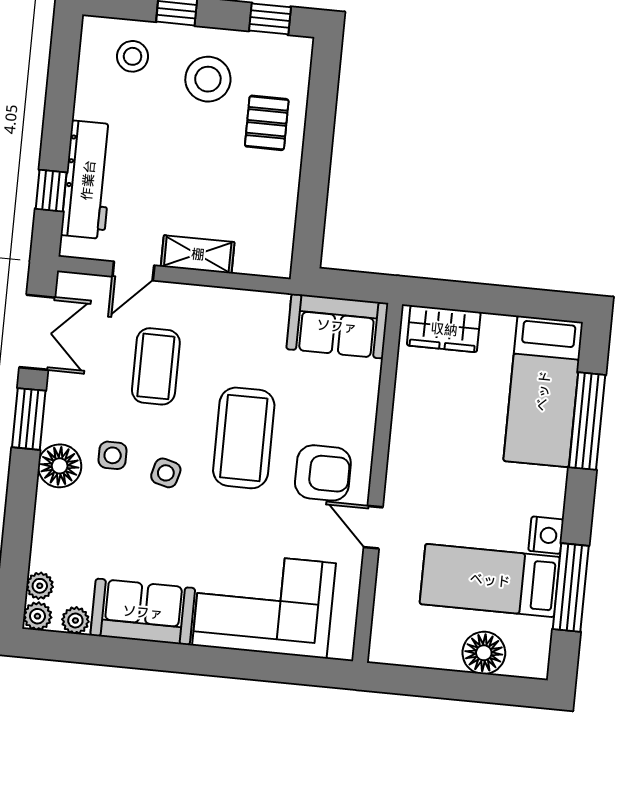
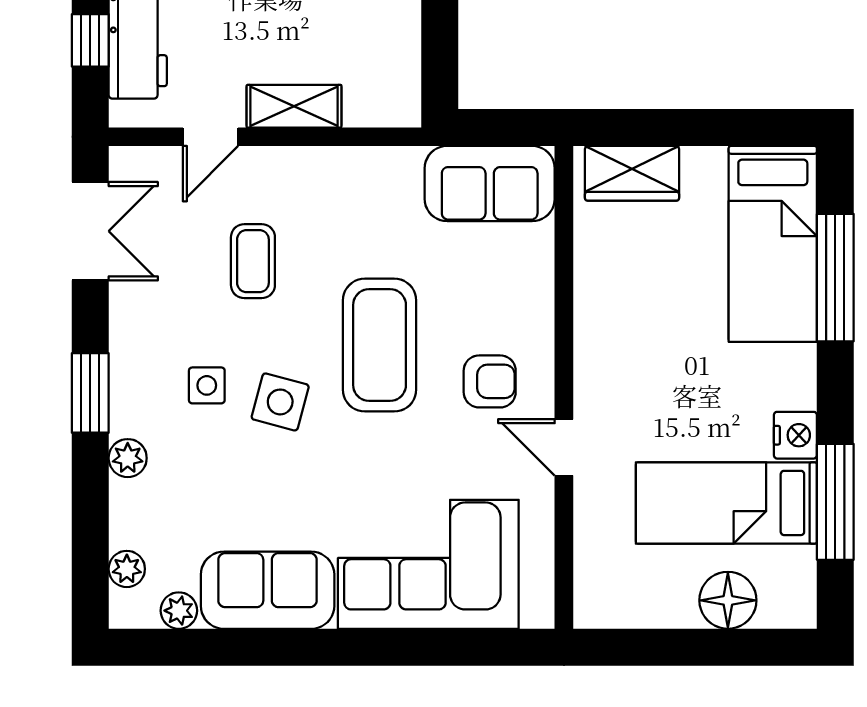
coffee table: (156, 366) -> (253, 261), width x0.73, depth x0.77
window: (29, 419) -> (90, 393), moved
floor lamp: (60, 466) -> (138, 406), removed
side table: (166, 473) -> (280, 402), width x1.37, depth x1.37
armchair: (323, 473) -> (490, 381), width x0.72, depth x0.72
plant: (37, 616) -> (128, 458), moved

